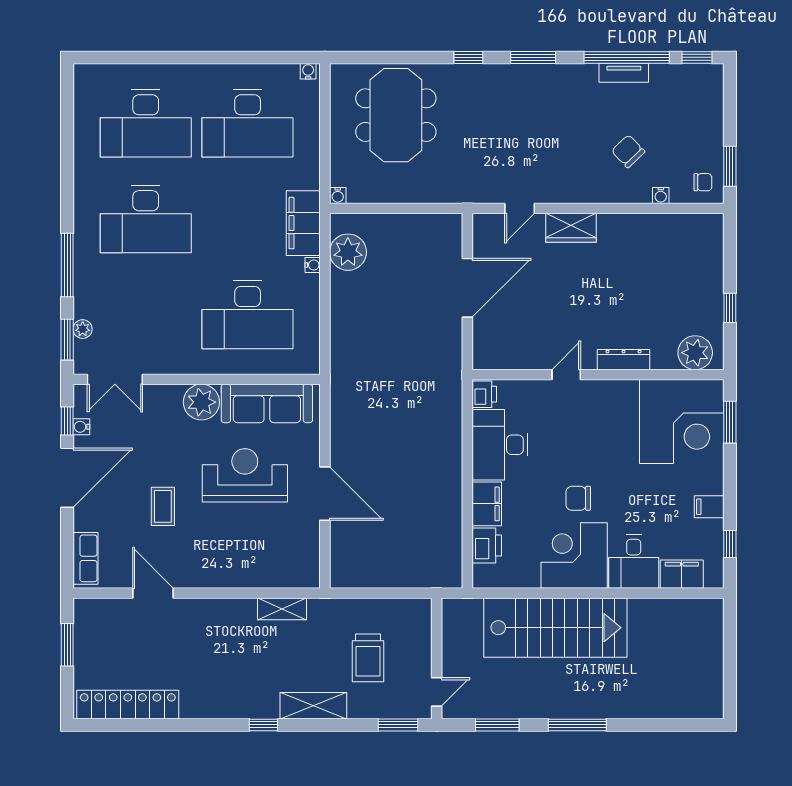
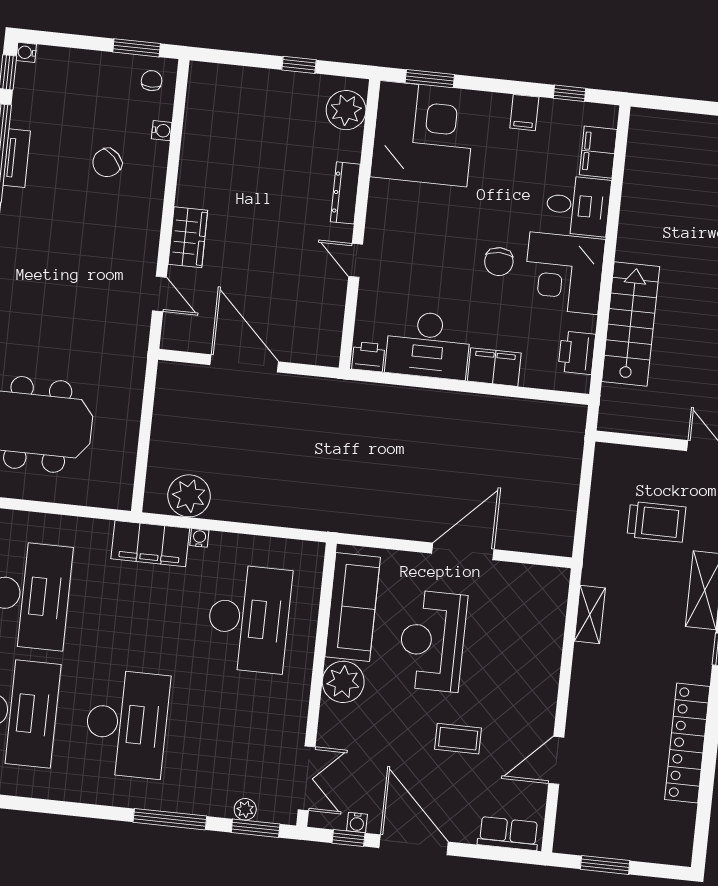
water cooler: (338, 195) -> (26, 52), moved, turned 180
printer: (487, 546) -> (577, 353), moved, turned -90
stairs: (555, 628) -> (631, 324), width x0.73, depth x0.66
locker: (128, 705) -> (687, 743), moved

